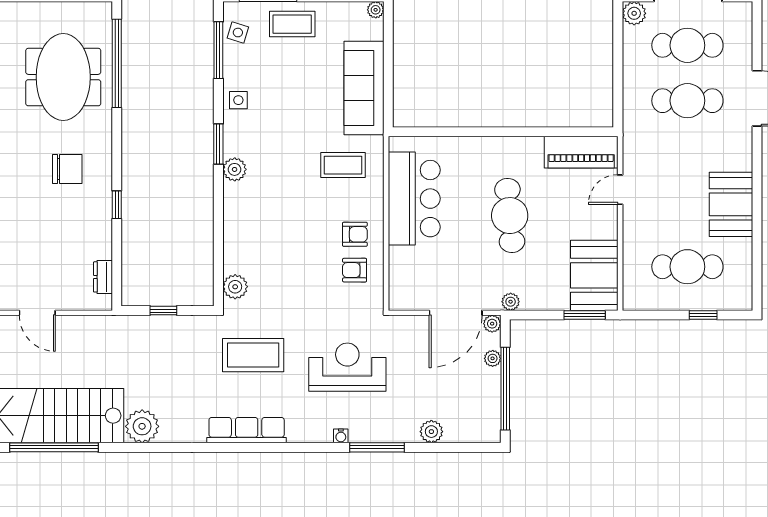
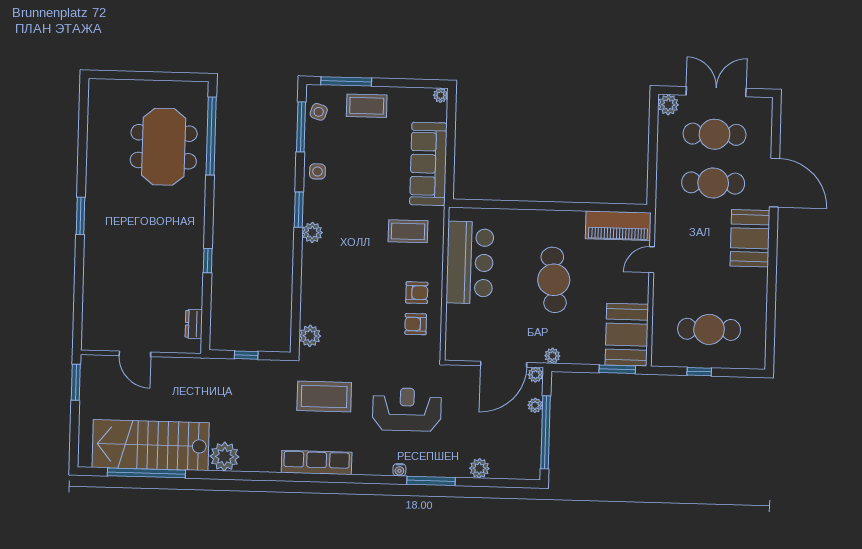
chair: (67, 169) -> (165, 228), removed
booth: (731, 204) -> (750, 238), moved
window: (703, 315) -> (699, 372), moved

